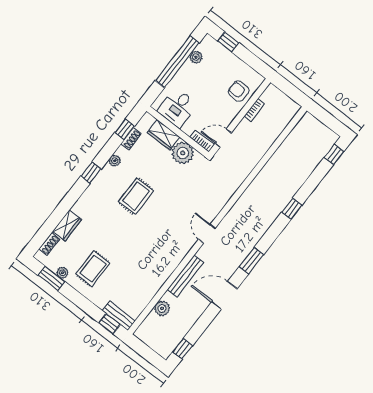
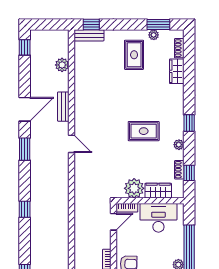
desk: (177, 108) -> (158, 218), width x1.37
rug: (136, 196) -> (144, 131), turned 90
bench: (185, 276) -> (63, 107), width x0.73

